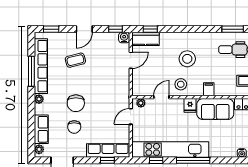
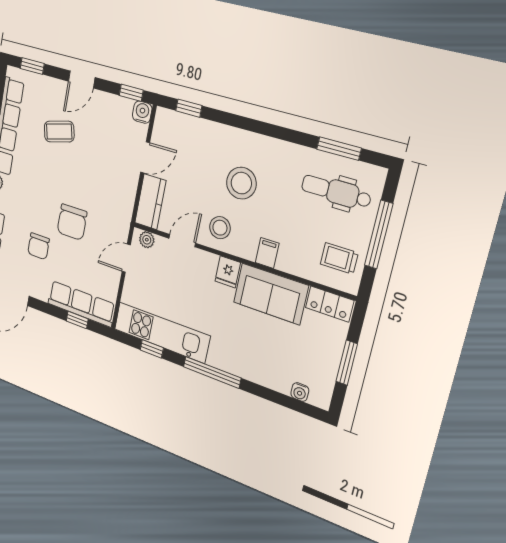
kitchen counter: (145, 39) -> (150, 202), moved, turned -90
chair: (76, 103) -> (72, 222), moved
kitchen unit: (170, 149) -> (162, 332), width x0.73

